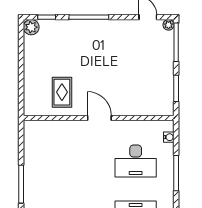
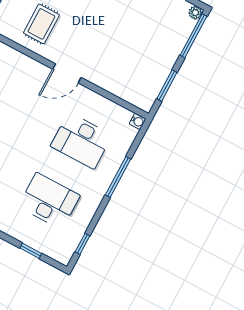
door: (99, 118) -> (67, 73), swing flipped
water cooler: (169, 137) -> (138, 121), moved

